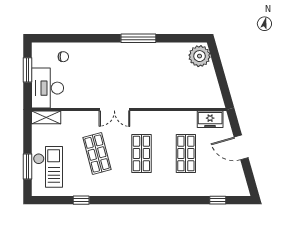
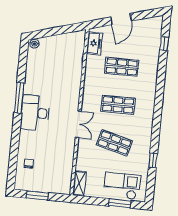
plant: (200, 56) -> (34, 44), width x0.53, depth x0.53
desk: (48, 88) -> (35, 113), moved, turned 90
shop shelf: (97, 153) -> (114, 143), turned 30

